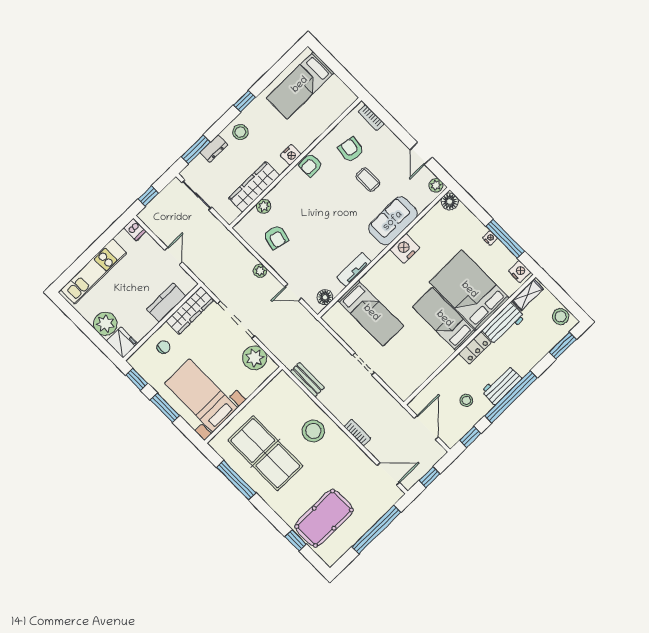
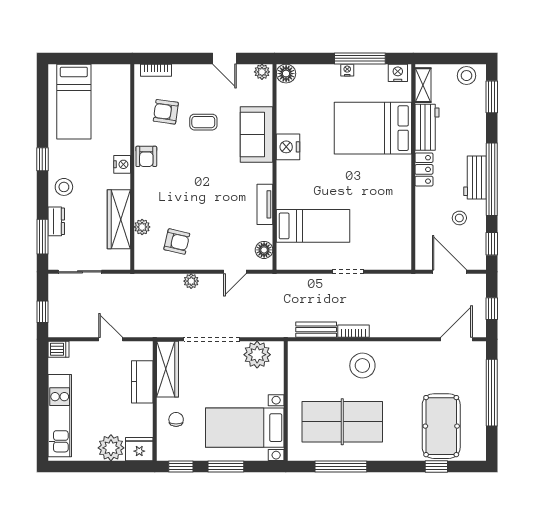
bed: (444, 319) -> (376, 171), removed
bookcase: (357, 432) -> (354, 331), moved

